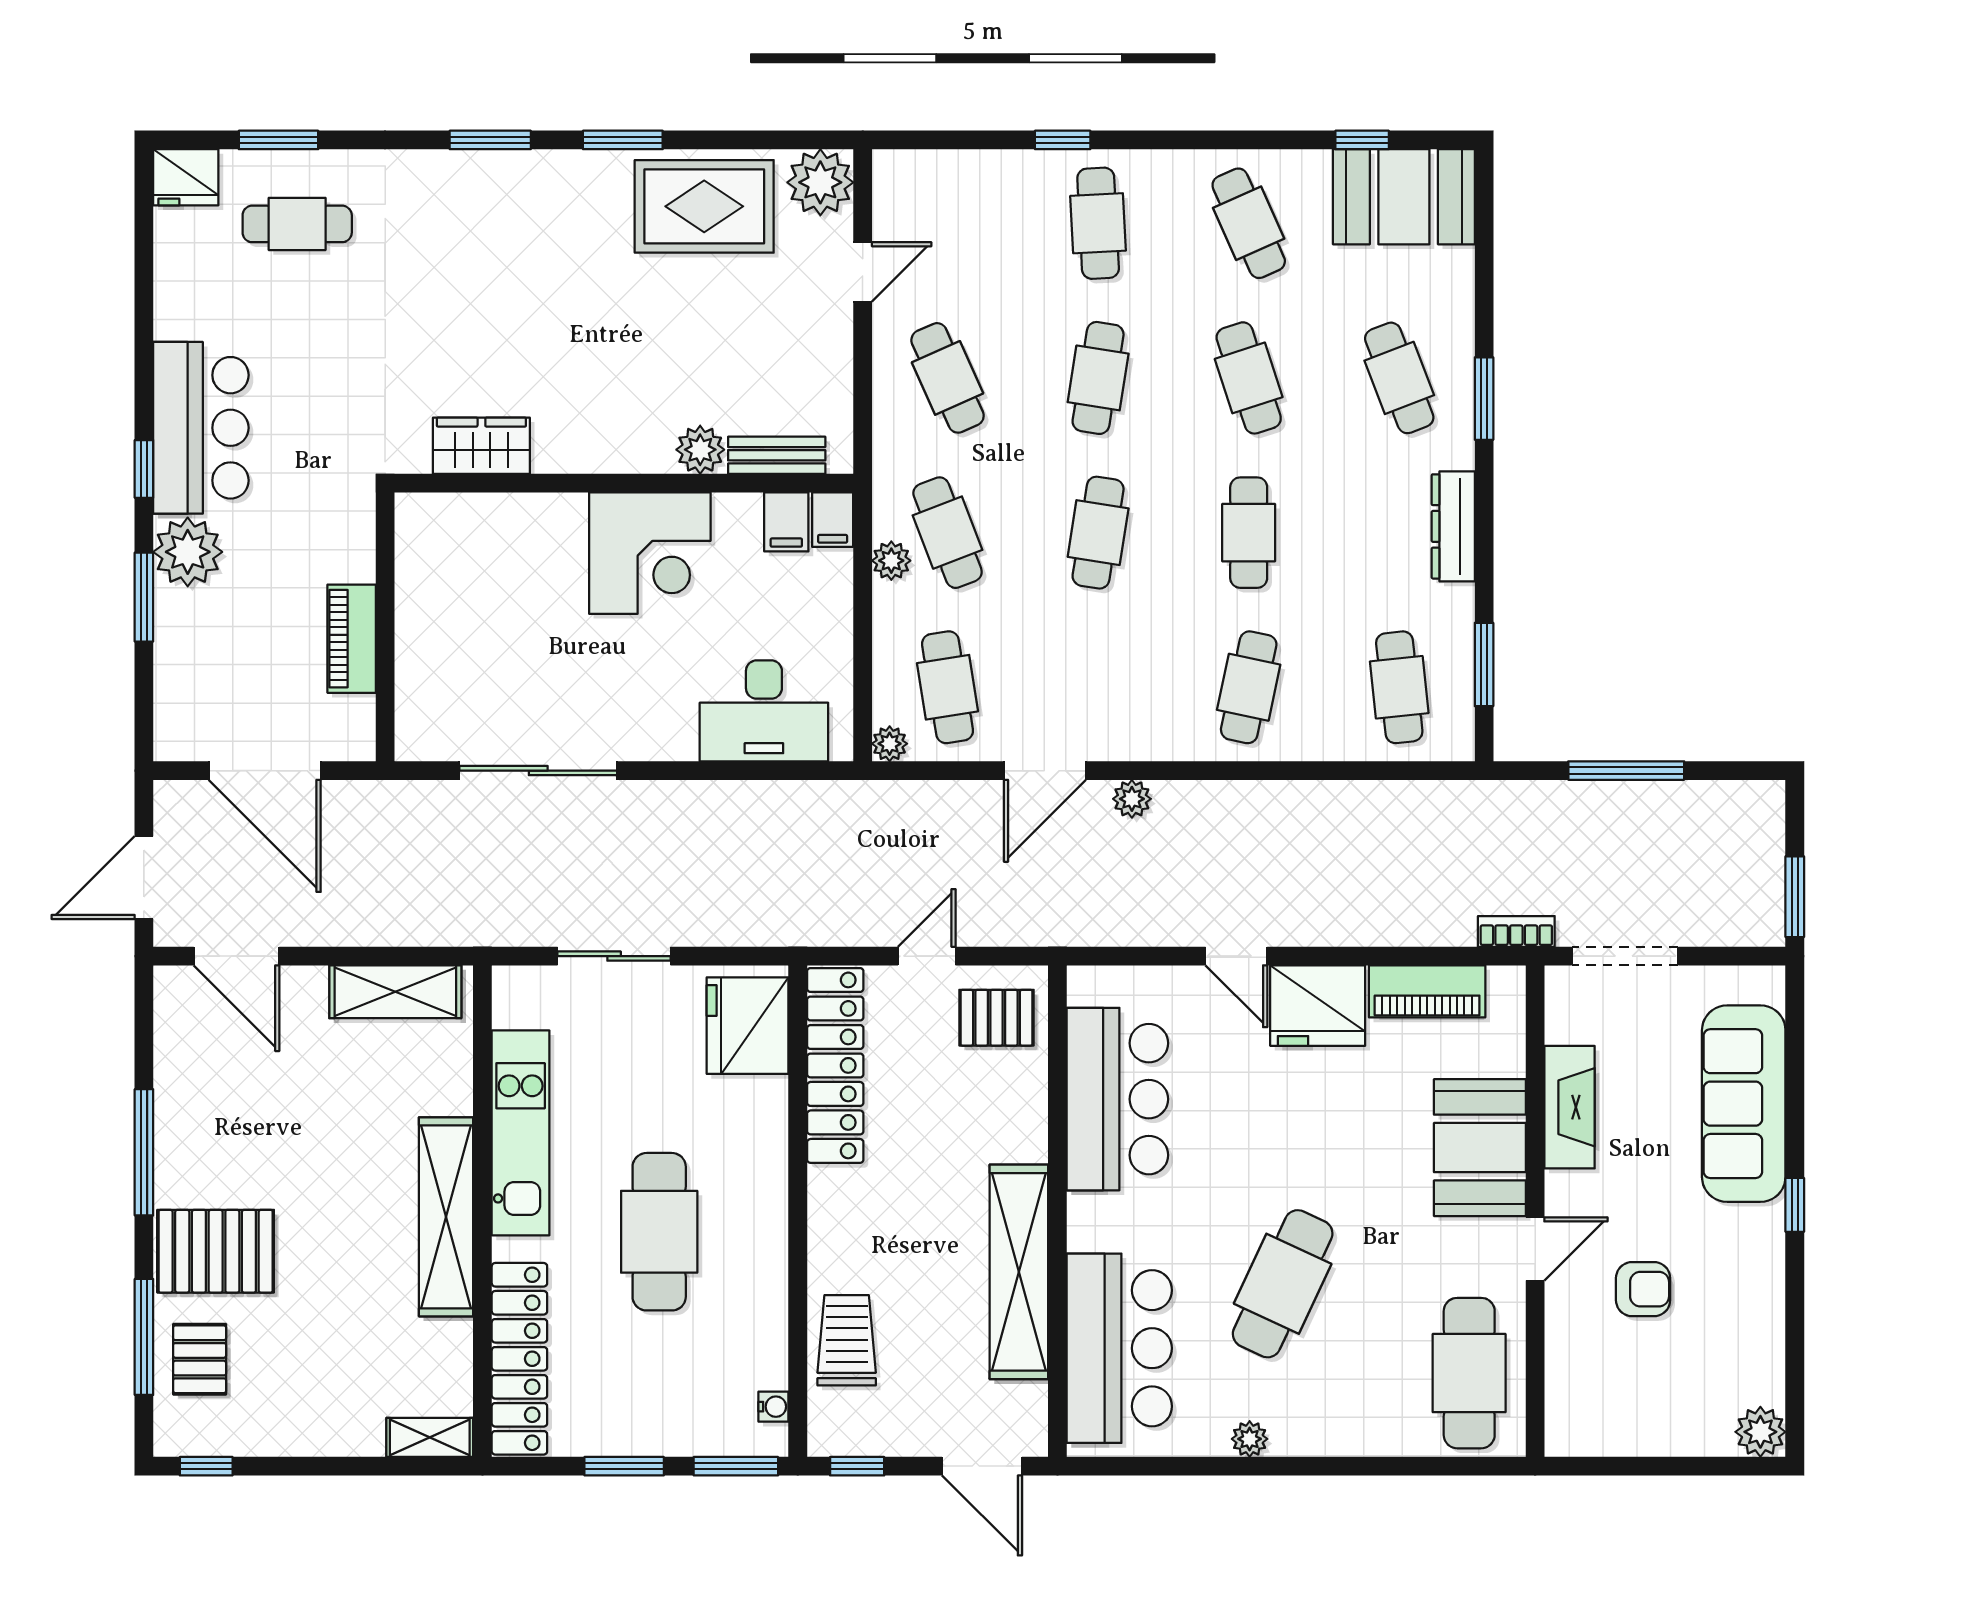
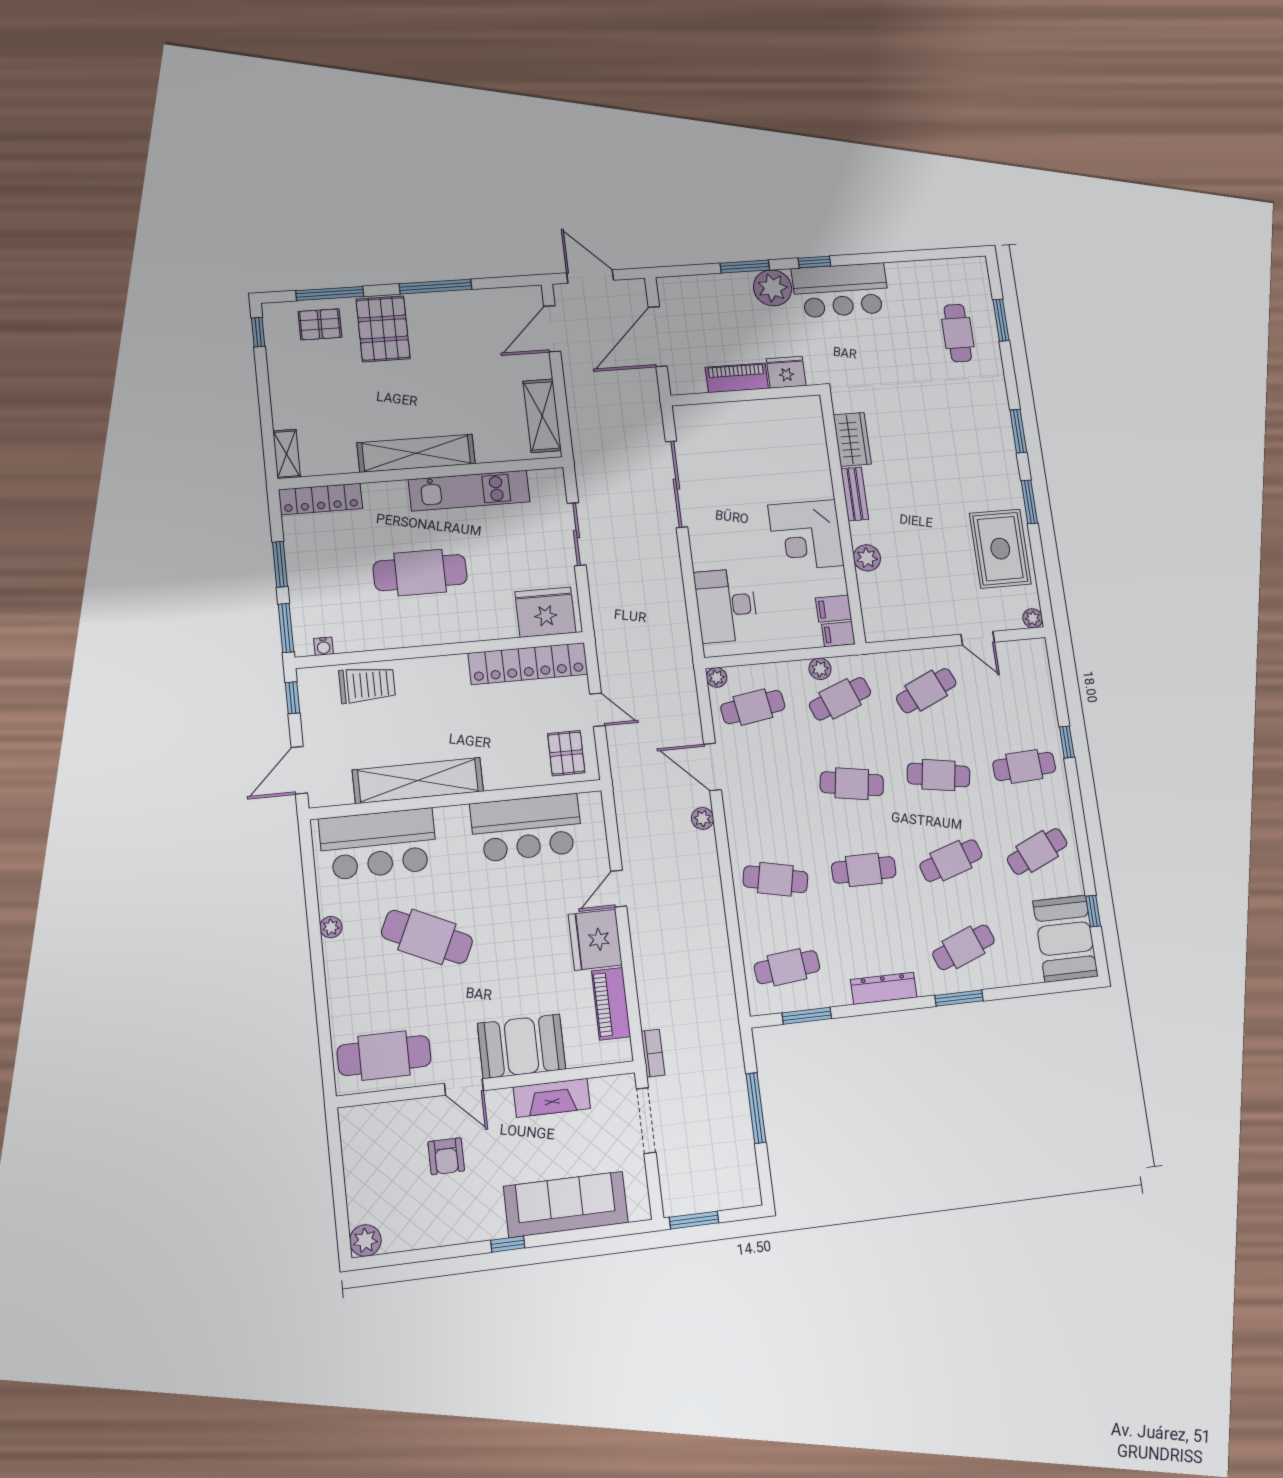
fridge: (186, 177) -> (786, 372), moved, turned 90
plant: (820, 182) -> (1033, 618), width x0.53, depth x0.53
bench: (777, 455) -> (855, 494), moved
locker: (519, 1359) -> (321, 499), width x0.71, depth x0.83

